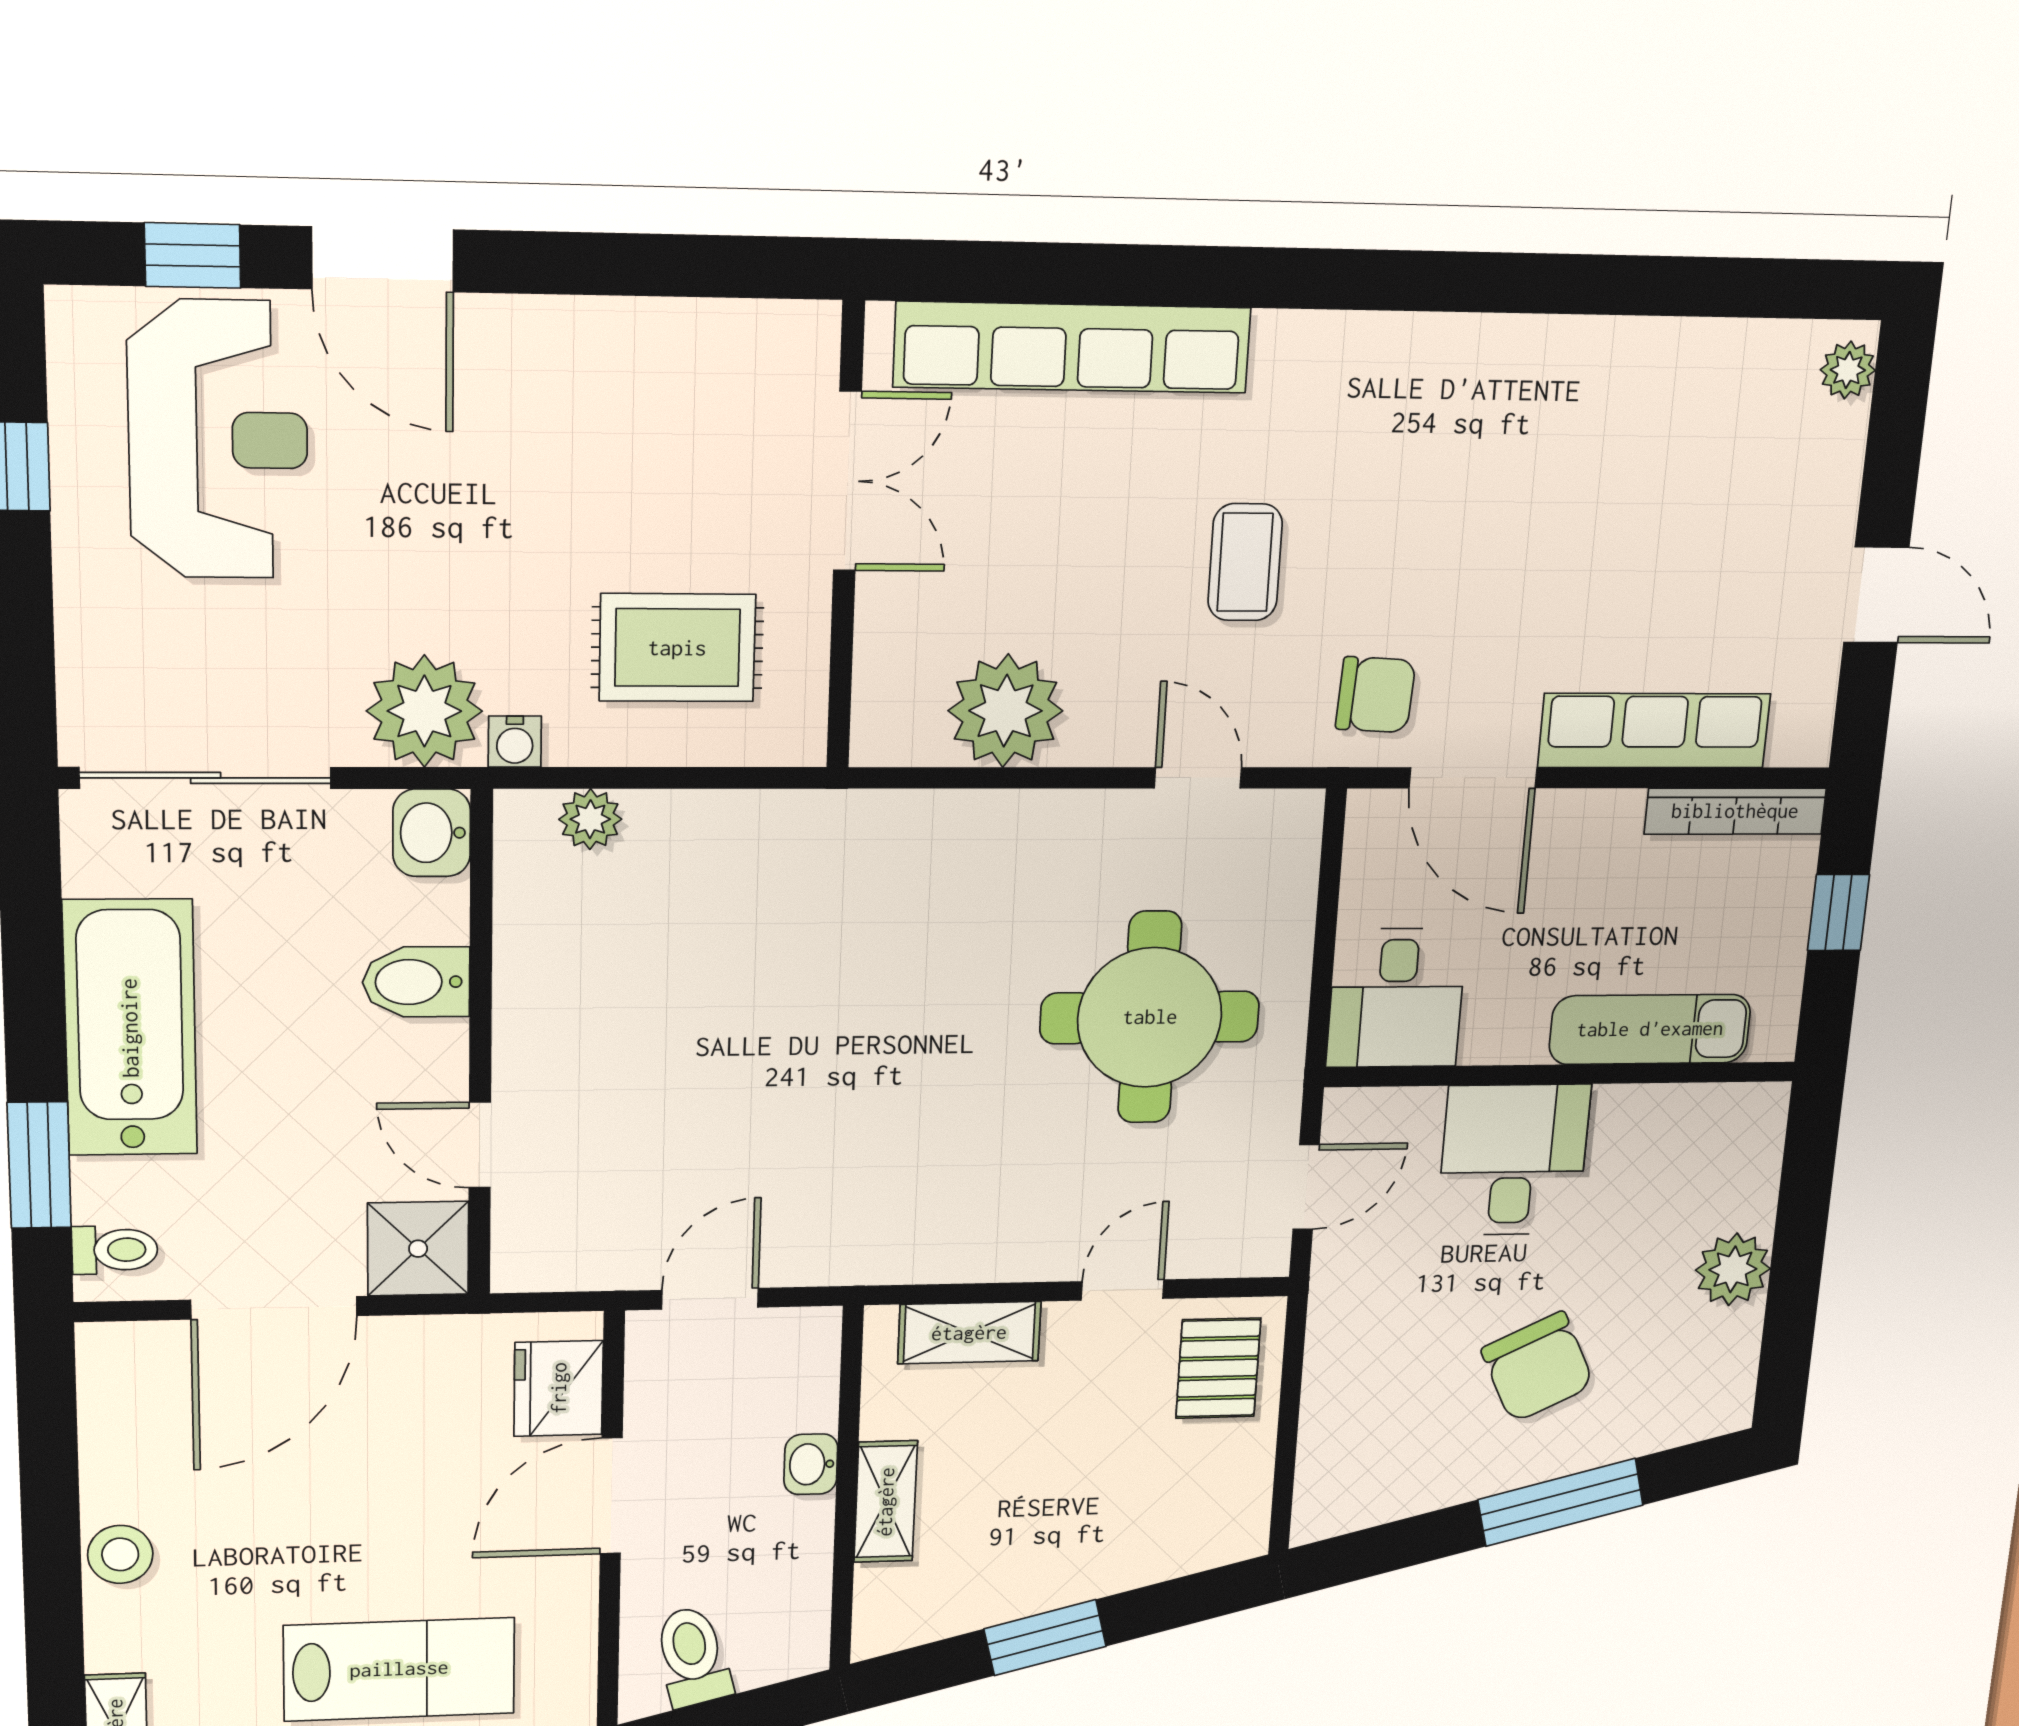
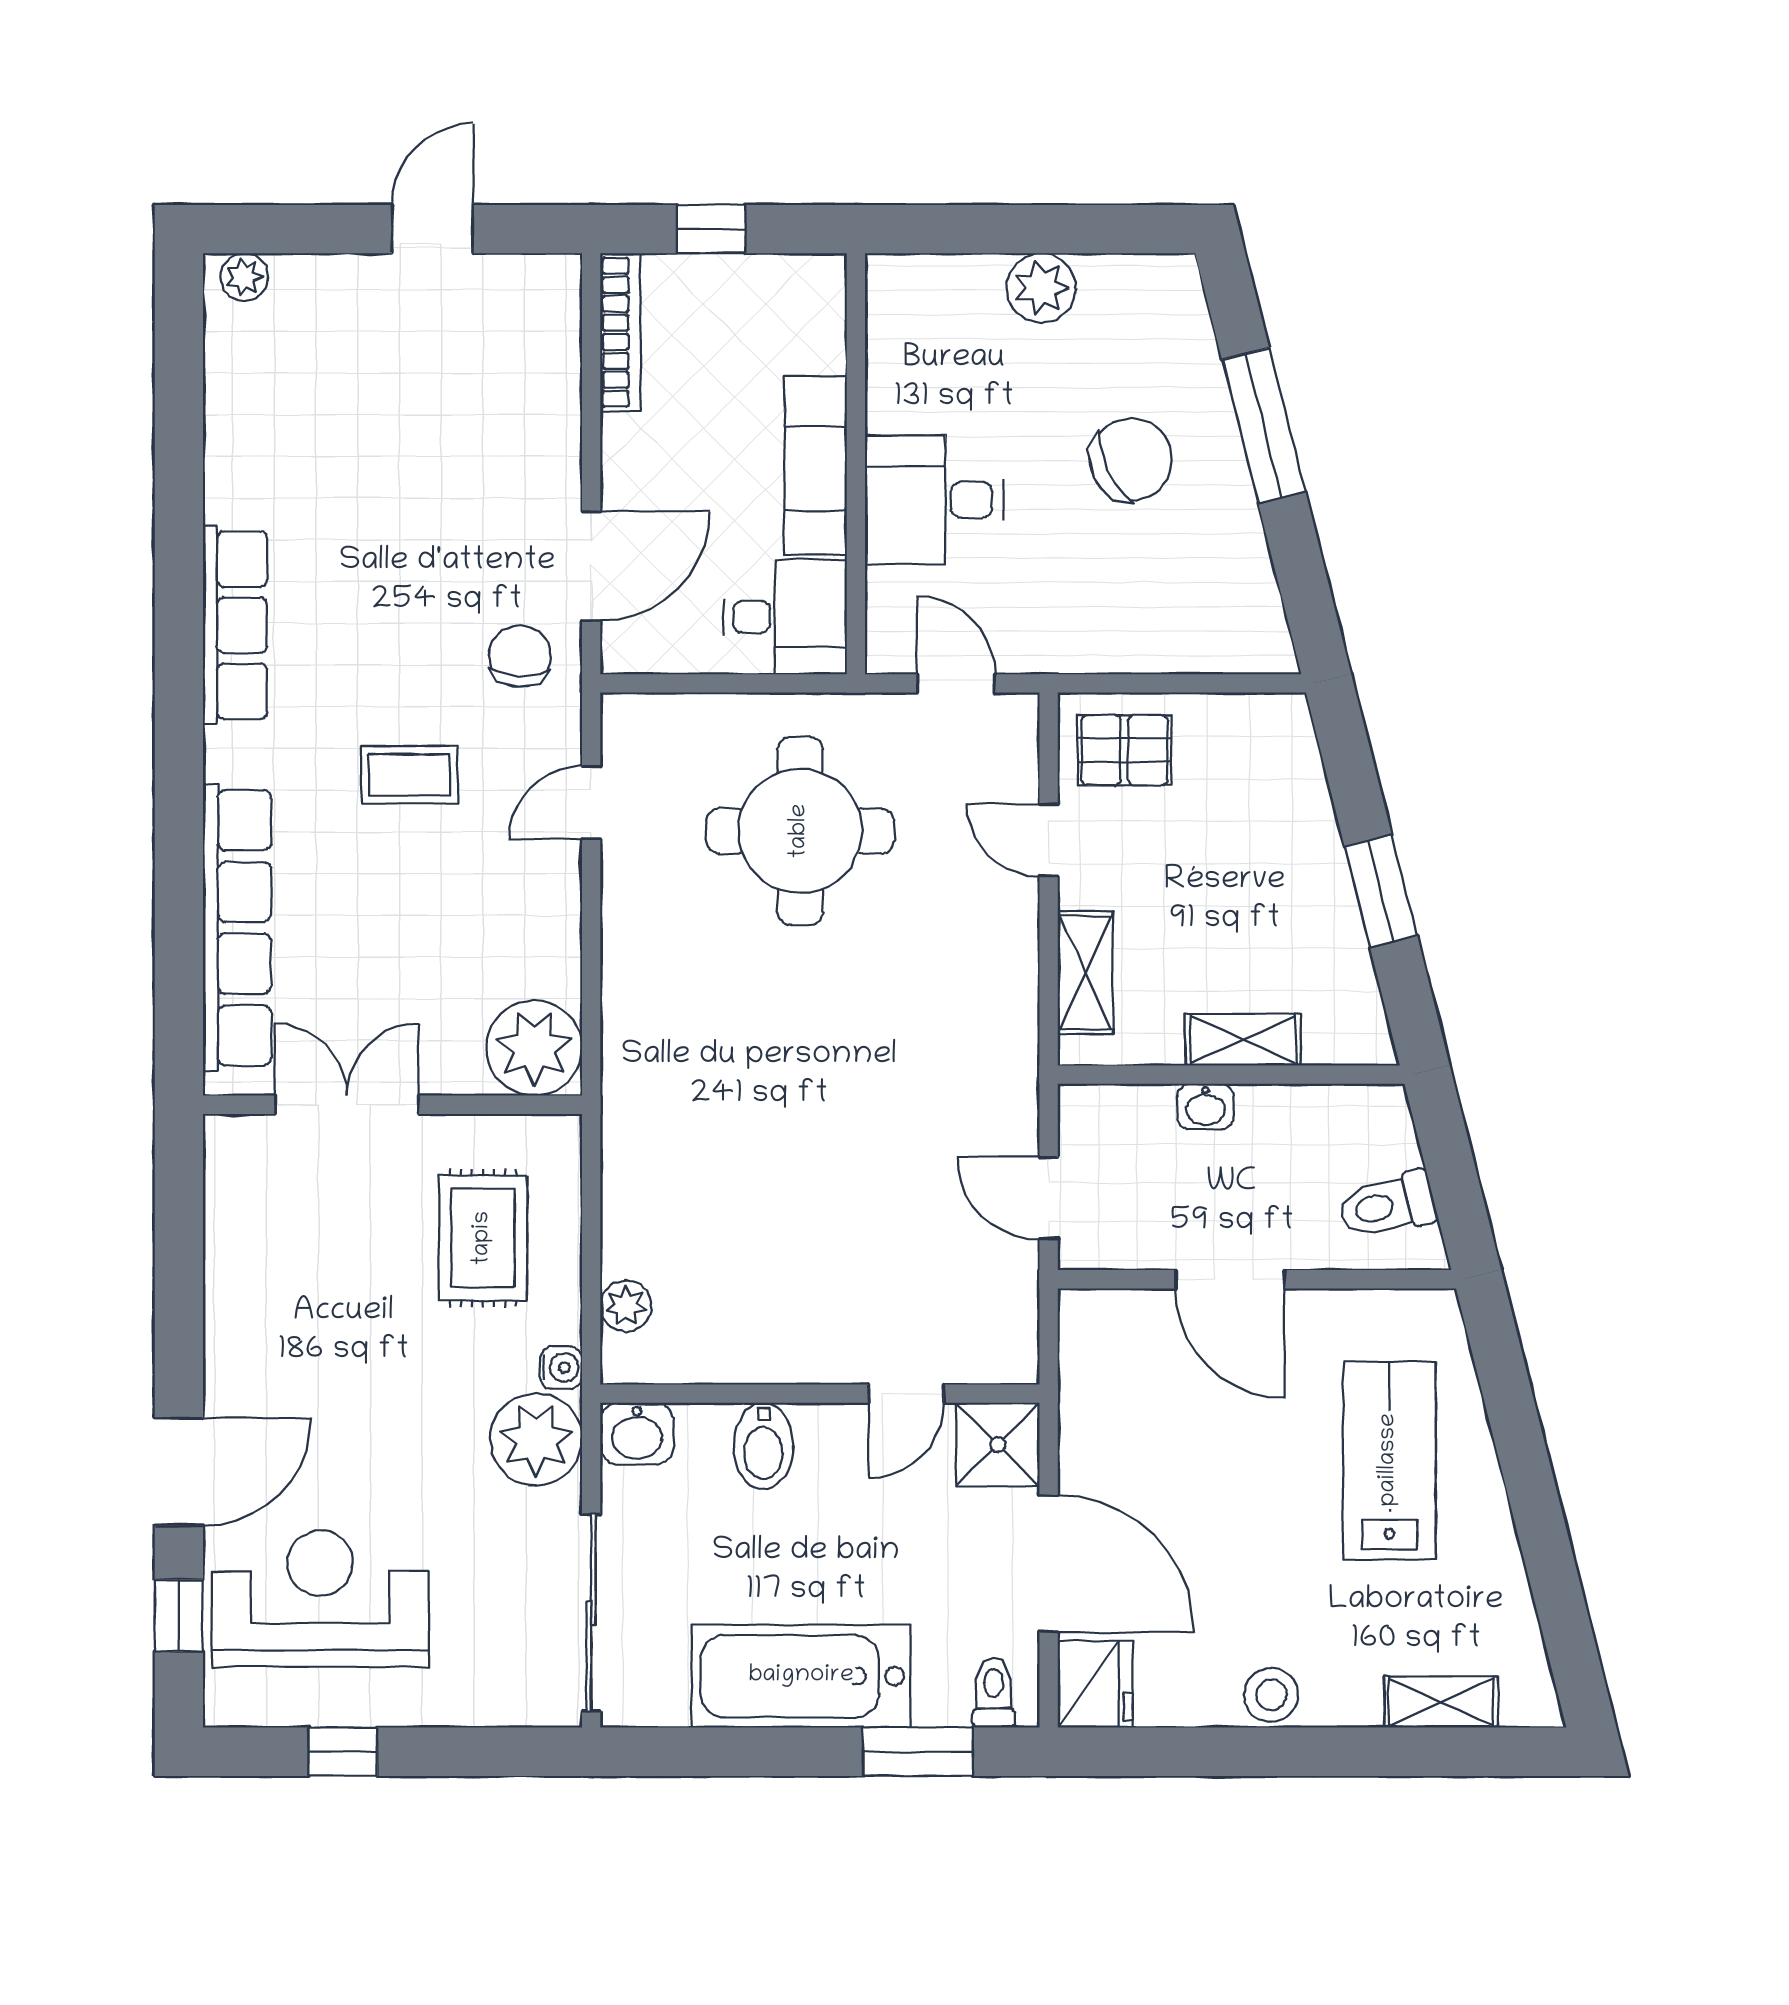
plant: (1005, 711) -> (534, 1048), moved
row of seats: (1654, 731) -> (235, 625), moved, turned 180
exam couch: (1650, 1029) -> (816, 466), moved
fridge: (559, 1388) -> (1095, 1684), moved, turned -90

